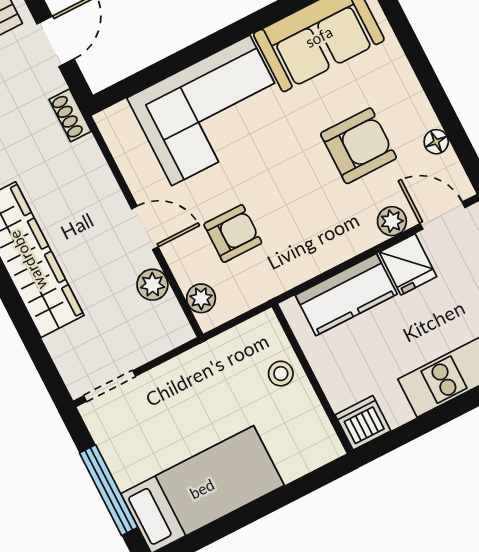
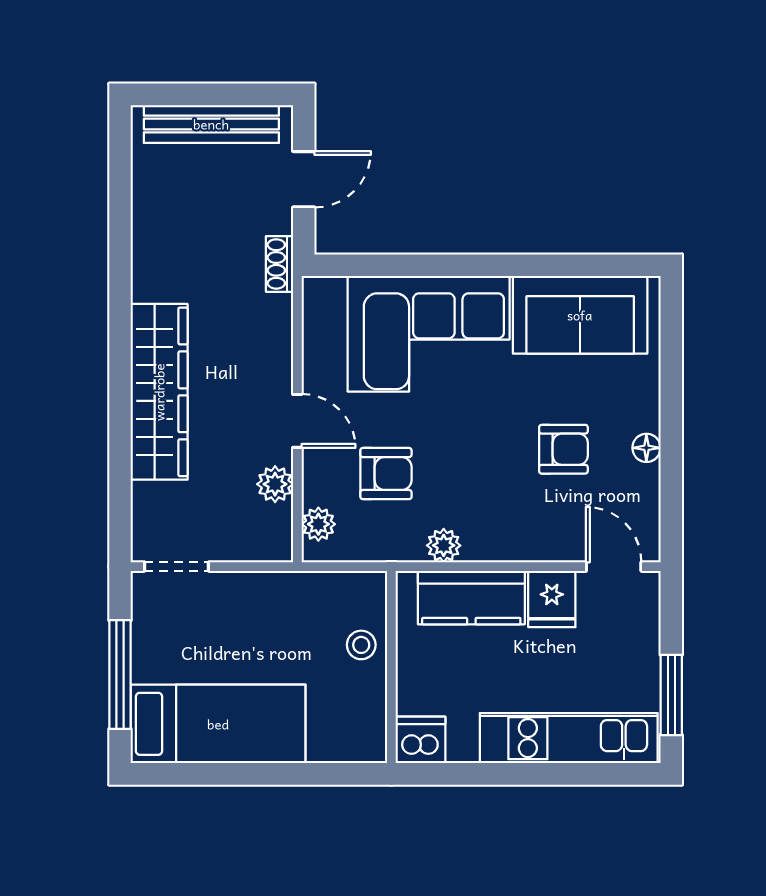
floor lamp: (436, 142) -> (646, 448), moved
armchair: (358, 146) -> (563, 449), width x0.72, depth x0.72
plant: (392, 221) -> (444, 545), moved

